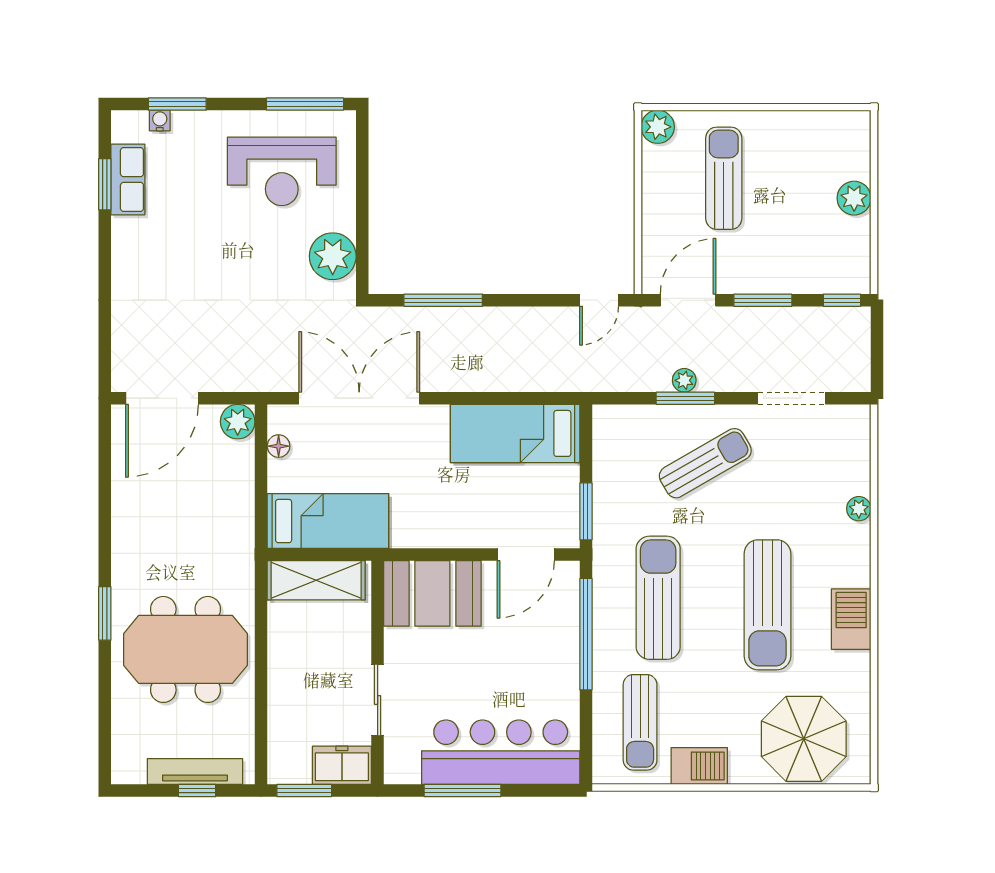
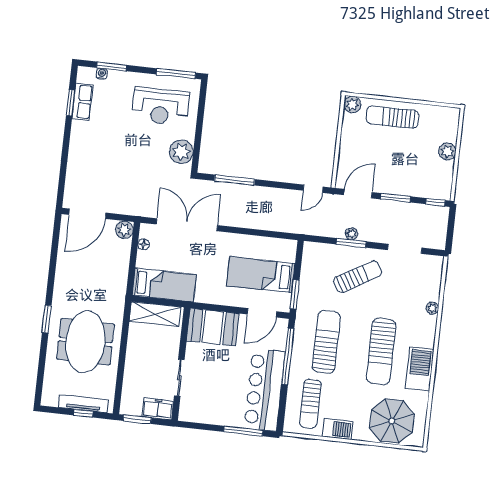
sun lounger: (724, 178) -> (392, 117), moved, turned -90
bed: (515, 433) -> (261, 275), moved
barbecue: (851, 619) -> (420, 369), width x1.37, depth x1.21
meeting table: (186, 649) -> (85, 342), turned 90
bar counter: (501, 752) -> (265, 390), moved, turned -90
window: (462, 791) -> (243, 431), moved

